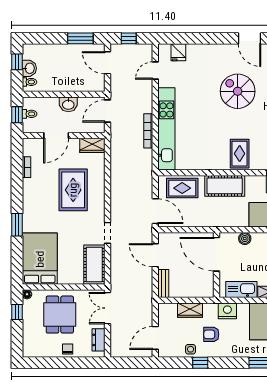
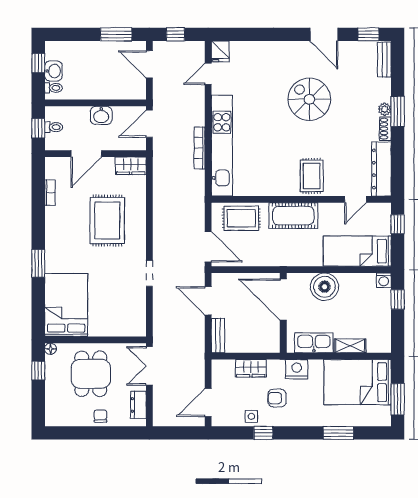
fridge: (178, 52) -> (220, 51), moved
boiler: (245, 239) -> (325, 287), width x1.86, depth x1.86
cot: (94, 265) -> (133, 312), removed

